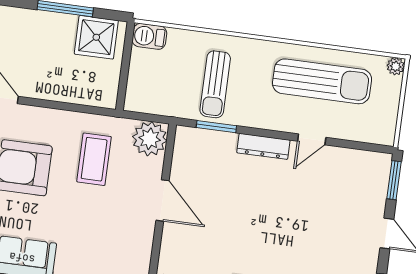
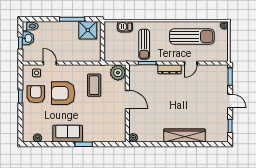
barbecue: (149, 36) -> (125, 27), moved

